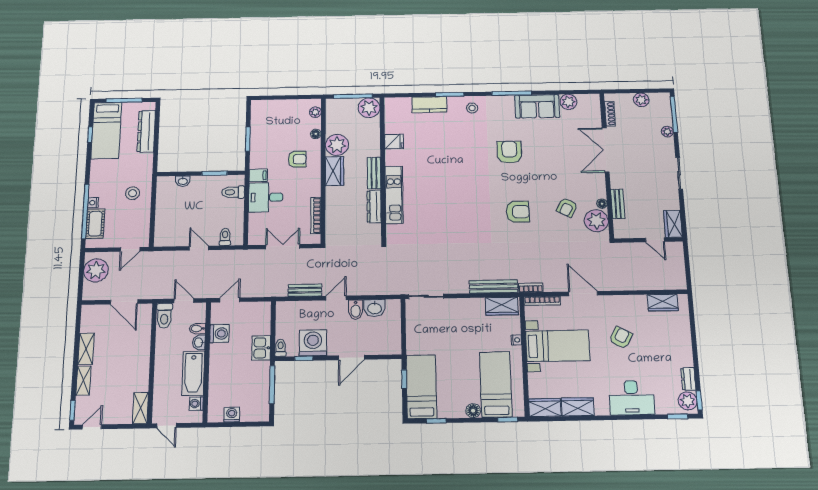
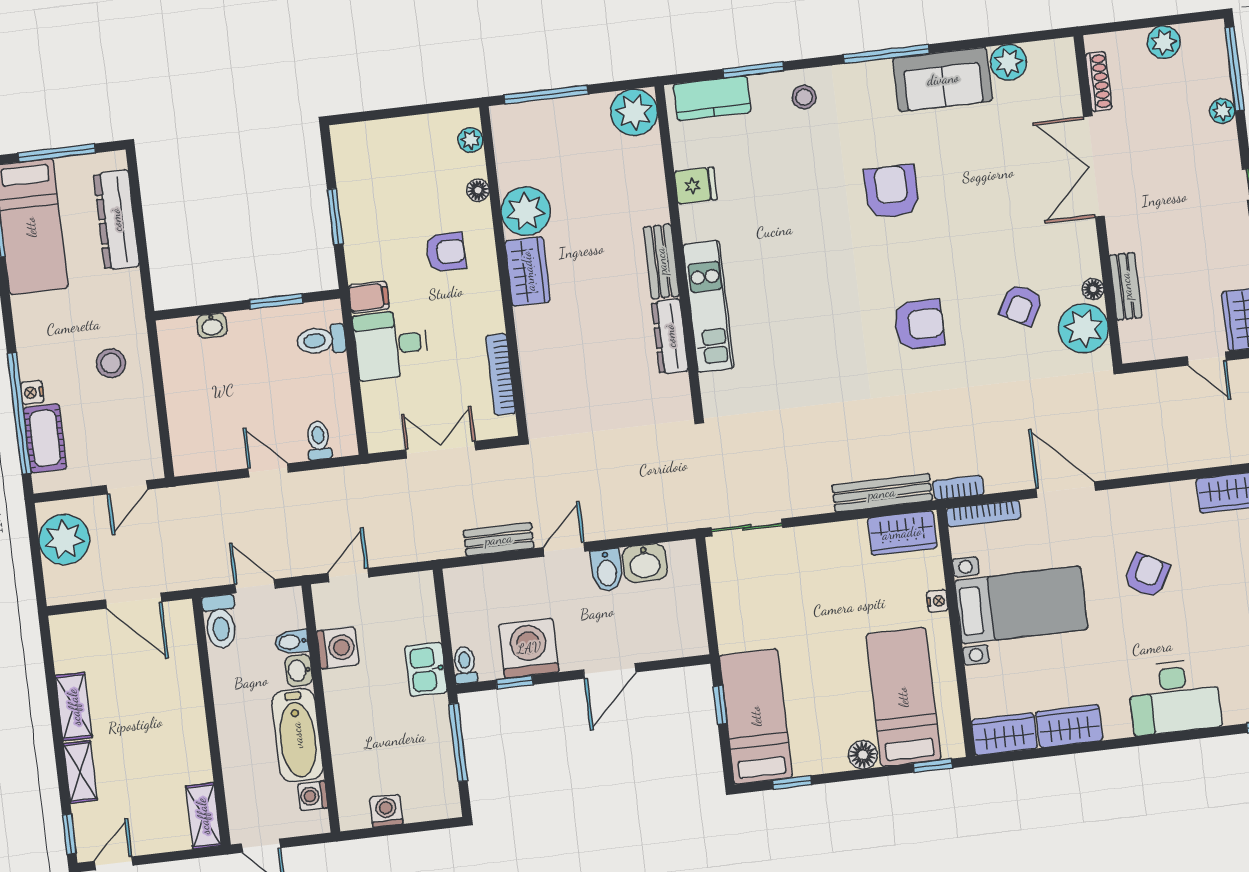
plant: (369, 108) -> (634, 112), moved
fridge: (394, 142) -> (696, 186), moved
wall: (383, 169) -> (679, 250), moved
bench: (374, 173) -> (661, 261), moved
kitchen unit: (394, 195) -> (708, 306), moved
dresser: (374, 206) -> (670, 336), moved

